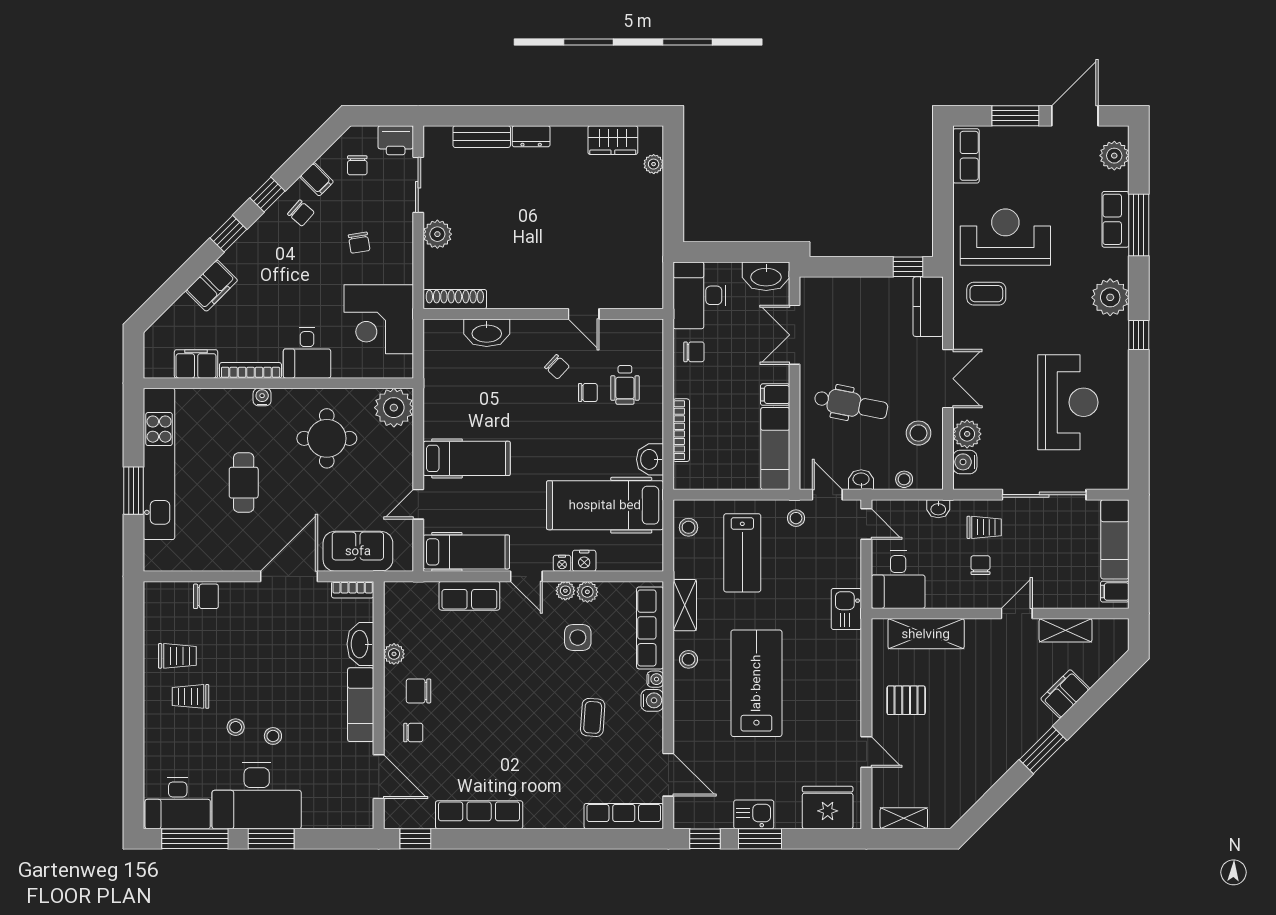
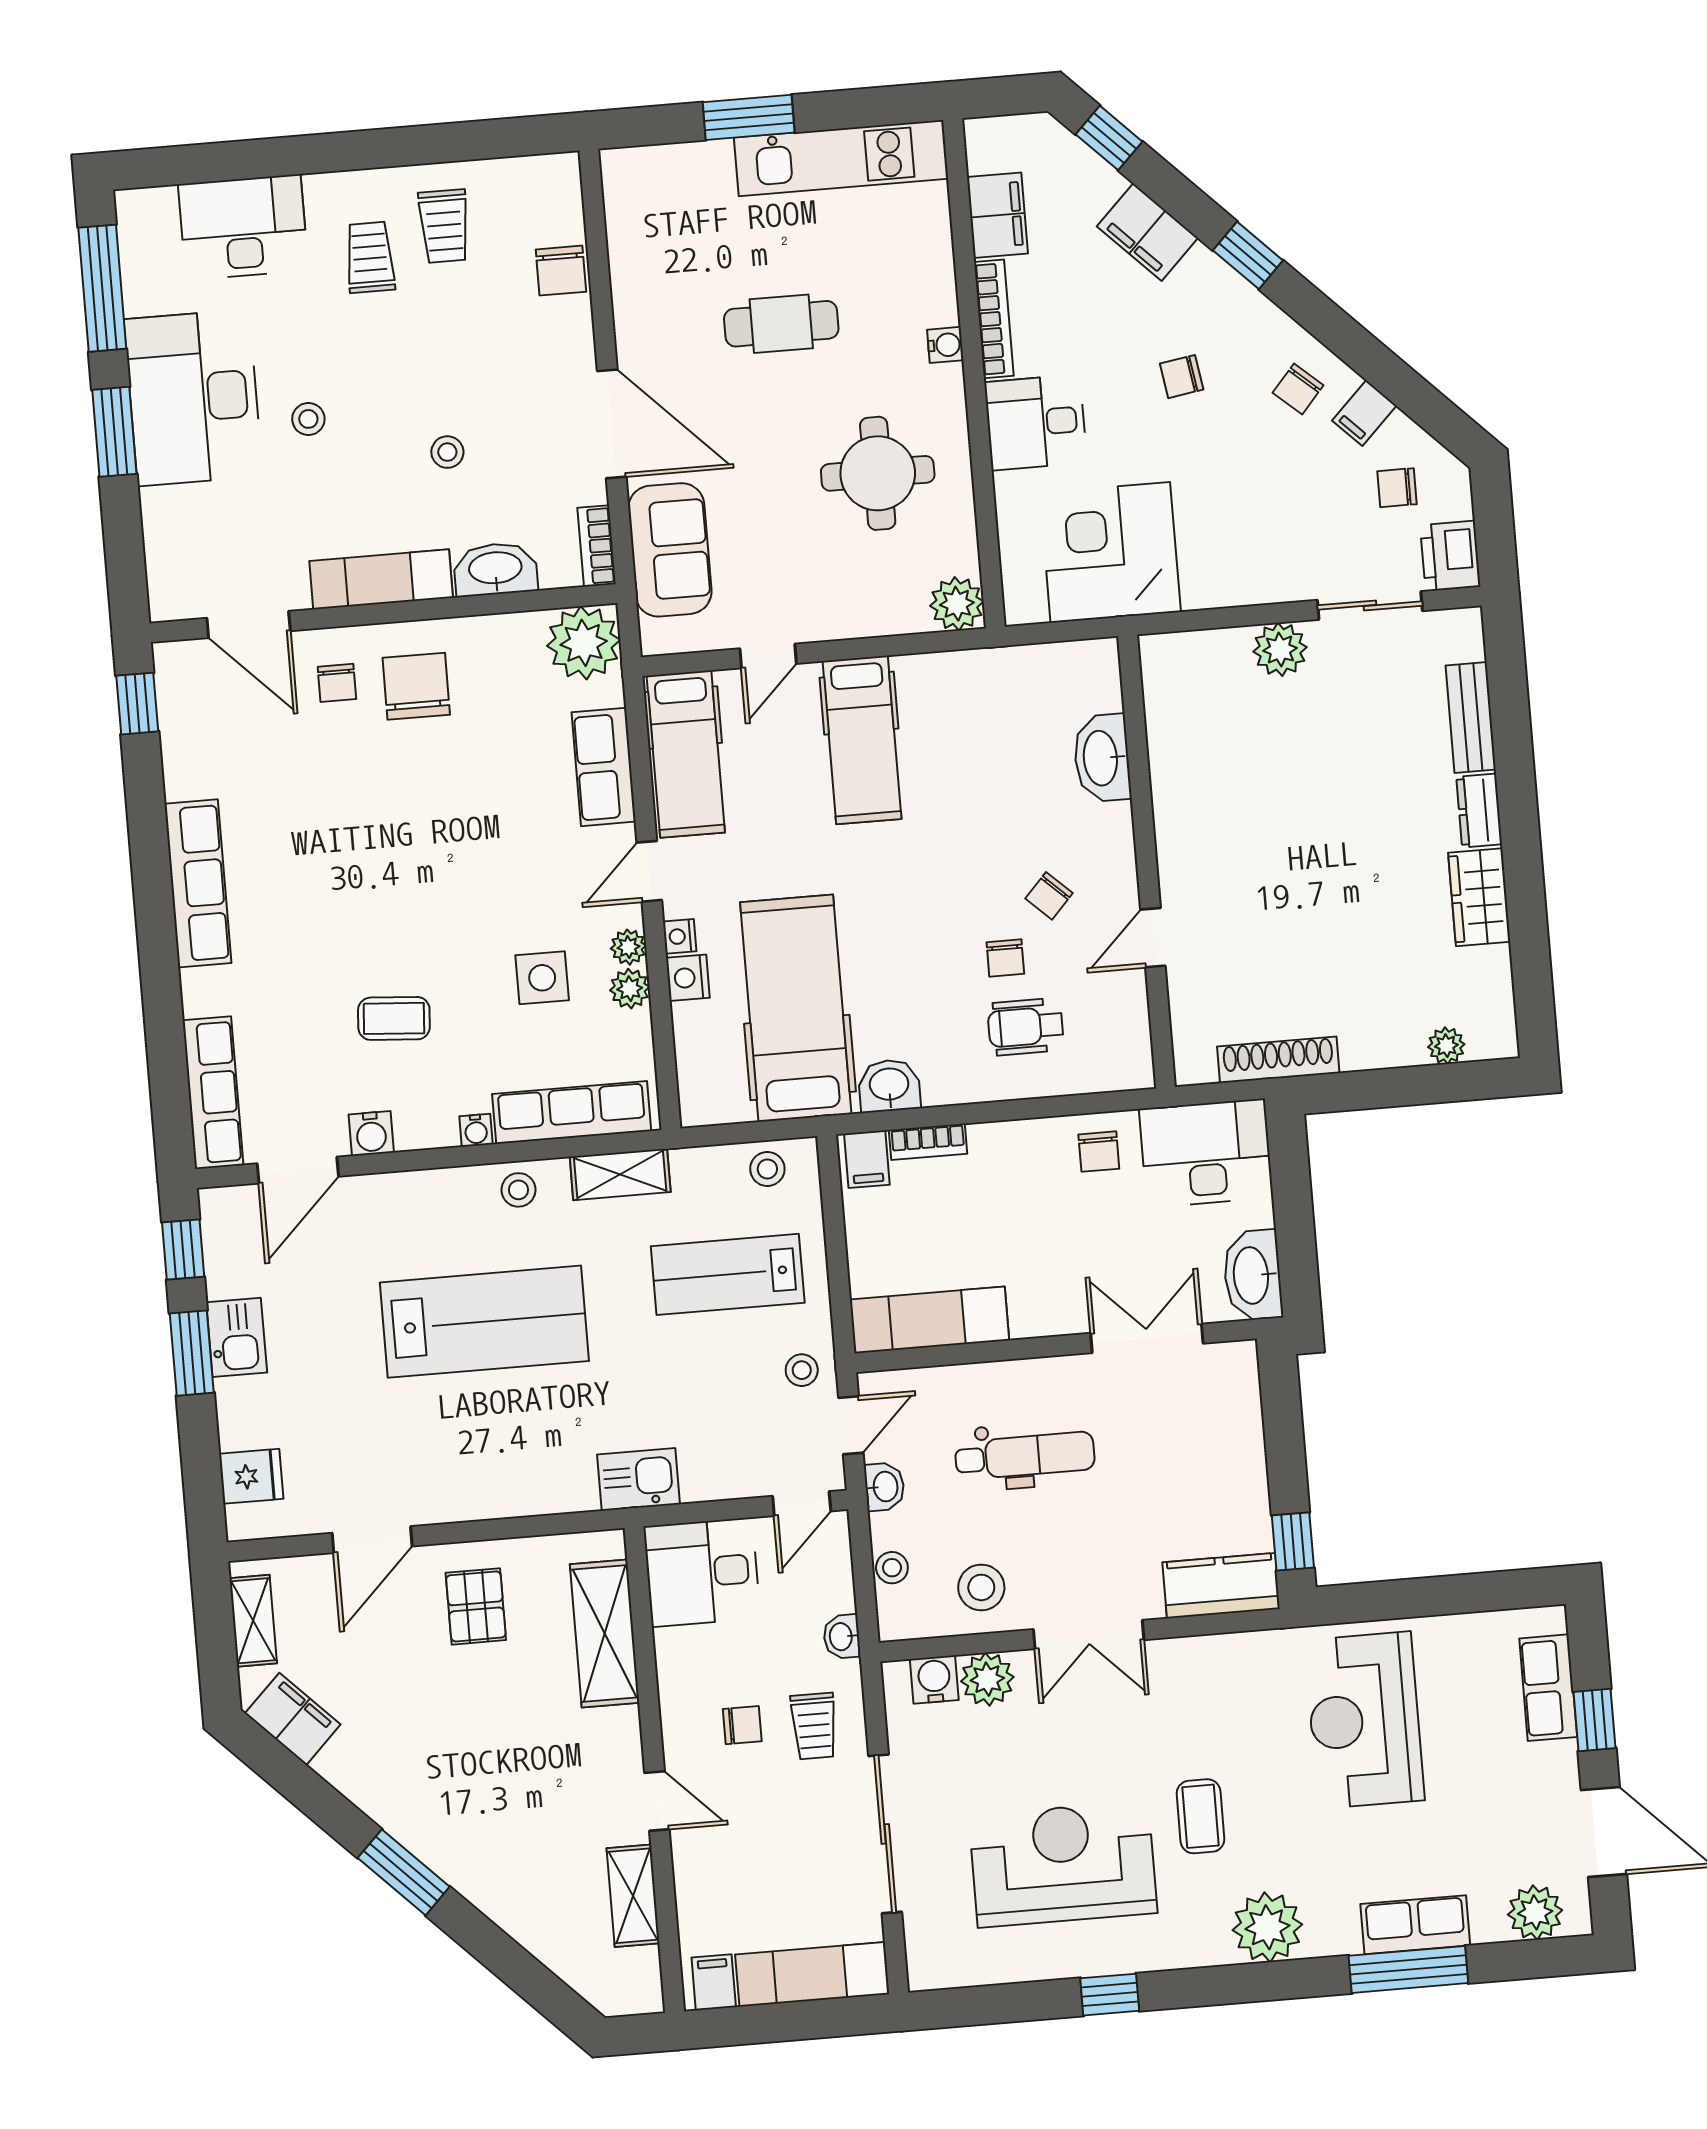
window: (1015, 116) -> (1594, 1720), width x0.67
wardrobe: (613, 140) -> (1479, 897), moved
row of seats: (966, 156) -> (1548, 1688), moved, turned 90
window: (268, 194) -> (1109, 138), moved
reception desk: (1005, 237) -> (1364, 1720), turned 180
chair: (359, 243) -> (1182, 377), moved
coffee table: (986, 294) -> (1200, 1816), moved
shoe rack: (455, 299) -> (1278, 1060), moved, turned -90
window: (1139, 335) -> (1110, 1995), moved
filing cabinet: (775, 395) -> (867, 1159), moved, turned 180
reception desk: (1068, 402) -> (1063, 1864), turned 180
dental chair: (851, 404) -> (1025, 1456), turned -101
plant: (394, 408) -> (957, 604), width x0.73, depth x0.73
bookcase: (681, 430) -> (928, 1142), width x0.64
kitchen unit: (159, 464) -> (841, 158), width x0.73
door: (418, 504) -> (768, 656), swing flipped
plant: (394, 654) -> (584, 643), moved, width x1.88, depth x1.88
chair: (419, 691) -> (416, 686), width x1.37, depth x1.37
filing cabinet: (1065, 694) -> (293, 1719), moved
water cooler: (652, 700) -> (371, 1133), moved
stool: (236, 727) -> (447, 452), moved
door: (866, 752) -> (372, 1540), width x1.37
door: (379, 777) -> (249, 624), hinge flipped
desk: (178, 803) -> (243, 227), moved, turned 90
fridge: (828, 808) -> (251, 1476), width x0.53, depth x0.75
row of seats: (479, 815) -> (198, 883), moved

